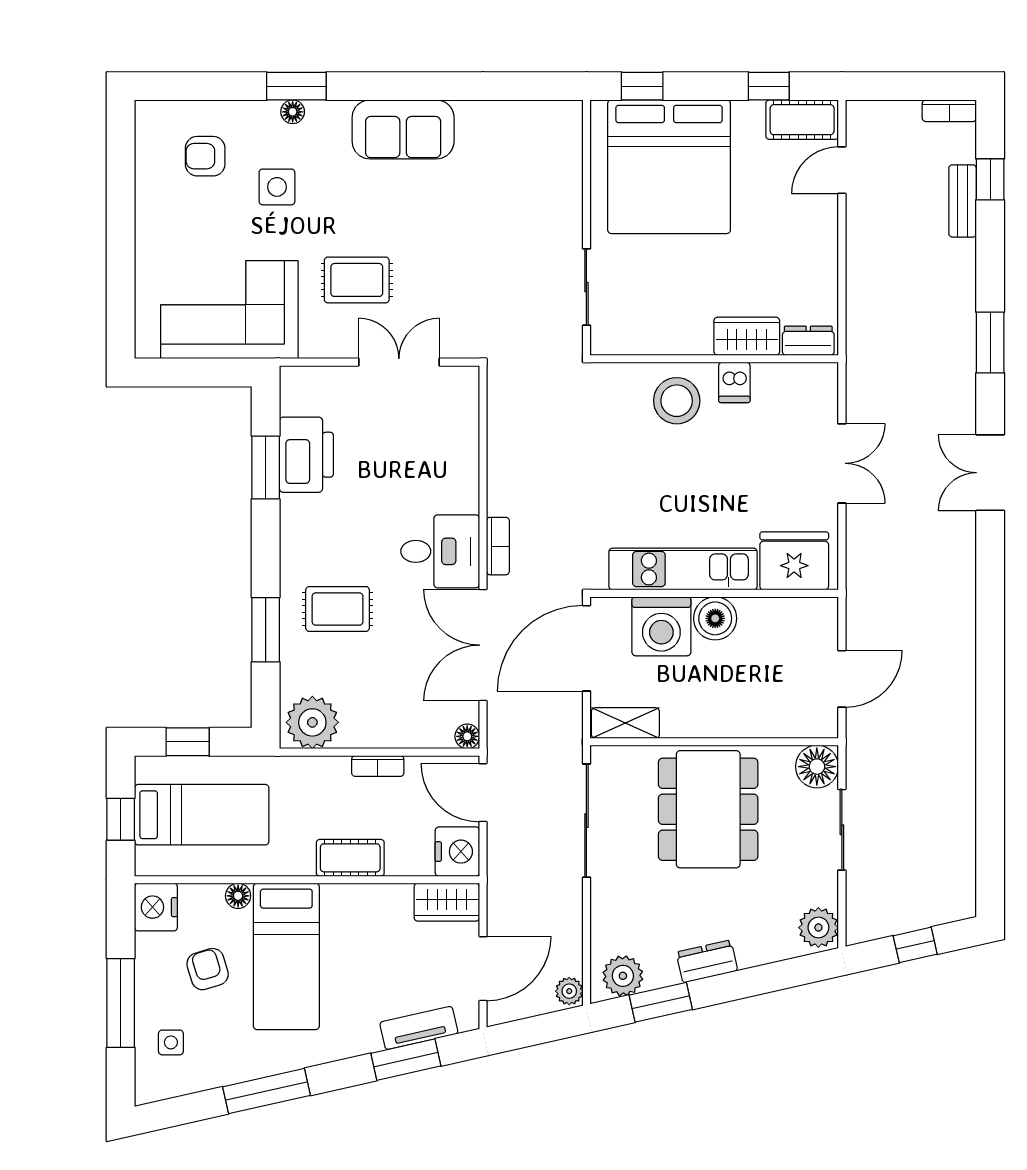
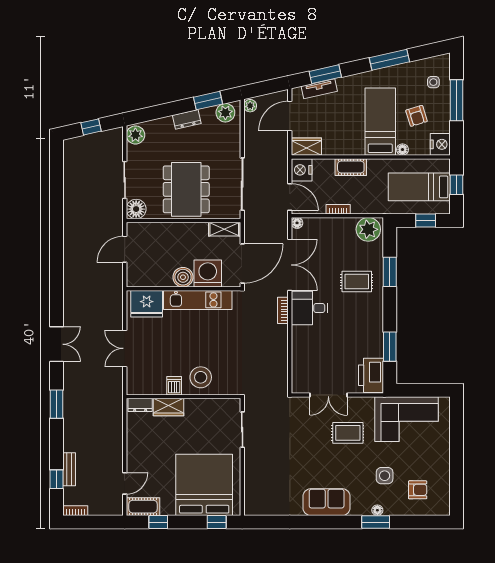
printer: (306, 455) -> (371, 375), moved

